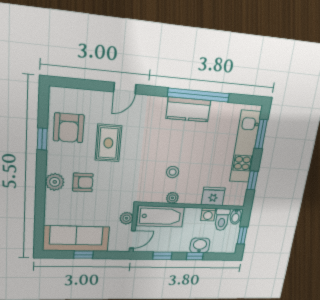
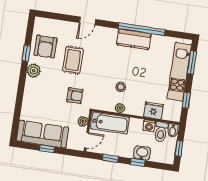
plant: (55, 182) -> (34, 71), moved
armchair: (83, 182) -> (75, 96), moved

